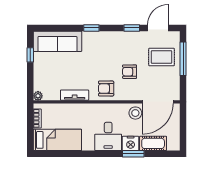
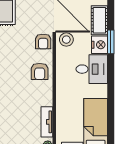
armchair: (130, 72) -> (43, 41), moved
tv unit: (75, 95) -> (47, 122), moved

